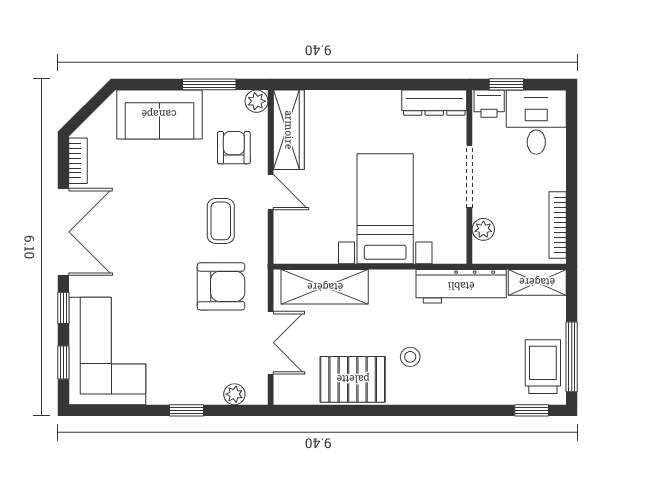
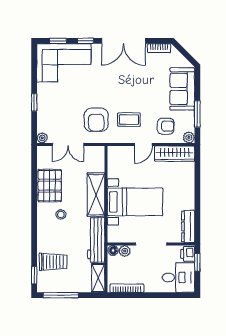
floor lamp: (482, 253) -> (113, 250), added
shelving: (325, 287) -> (96, 195), moved
trolley: (543, 367) -> (53, 262), moved
plant: (234, 394) -> (42, 138), moved

